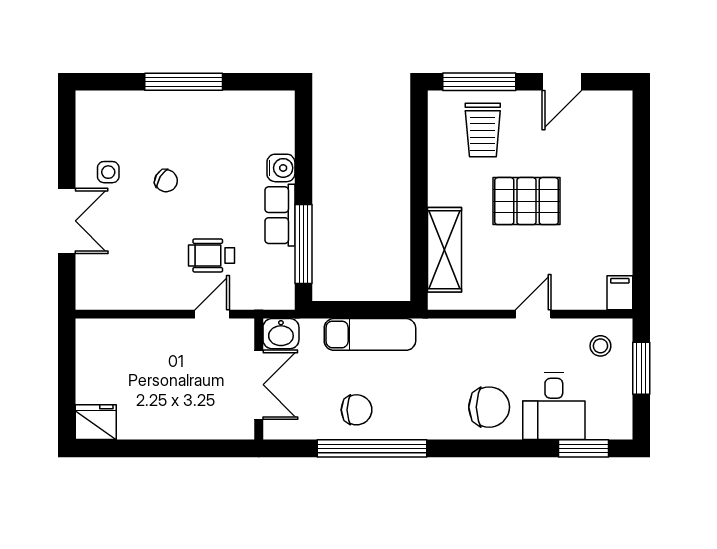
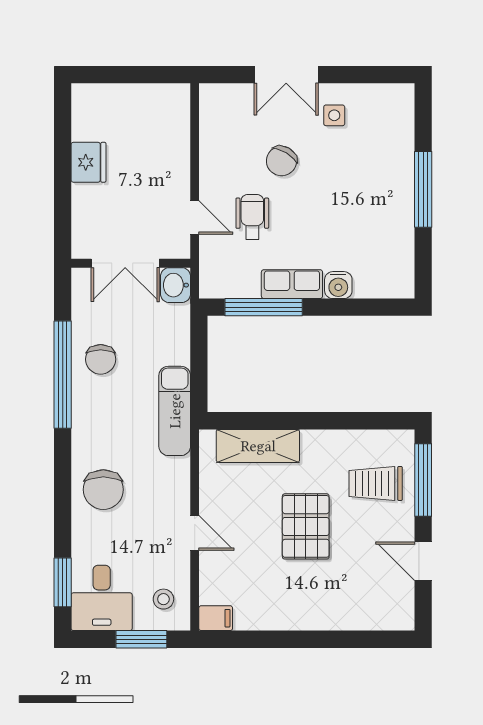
chair: (166, 181) -> (281, 161), moved, width x1.37, depth x1.37
exam couch: (370, 334) -> (175, 411), moved
desk: (554, 406) -> (102, 598), moved, turned -90
fridge: (96, 422) -> (88, 162), moved

